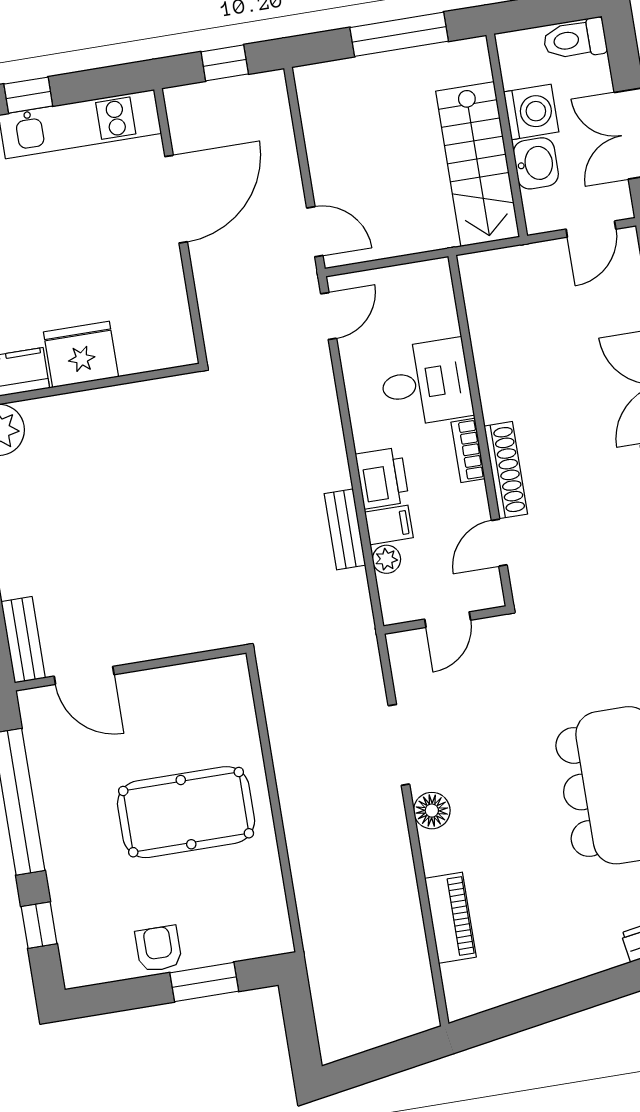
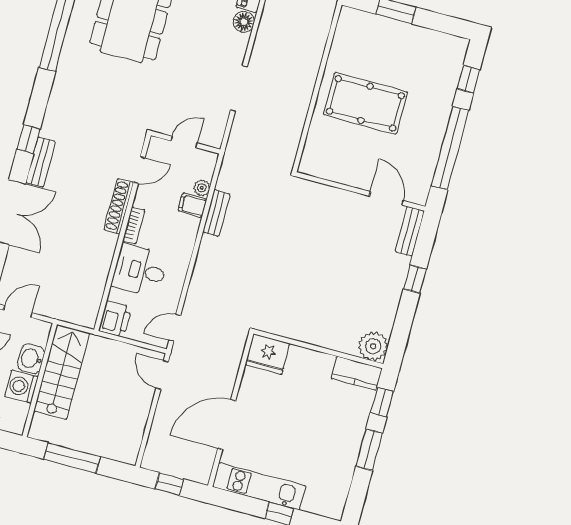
fridge: (81, 354) -> (267, 354), moved
printer: (382, 478) -> (115, 319), moved, turned 180
floor lamp: (432, 811) -> (244, 22), moved
armchair: (159, 949) -> (412, 39), removed

